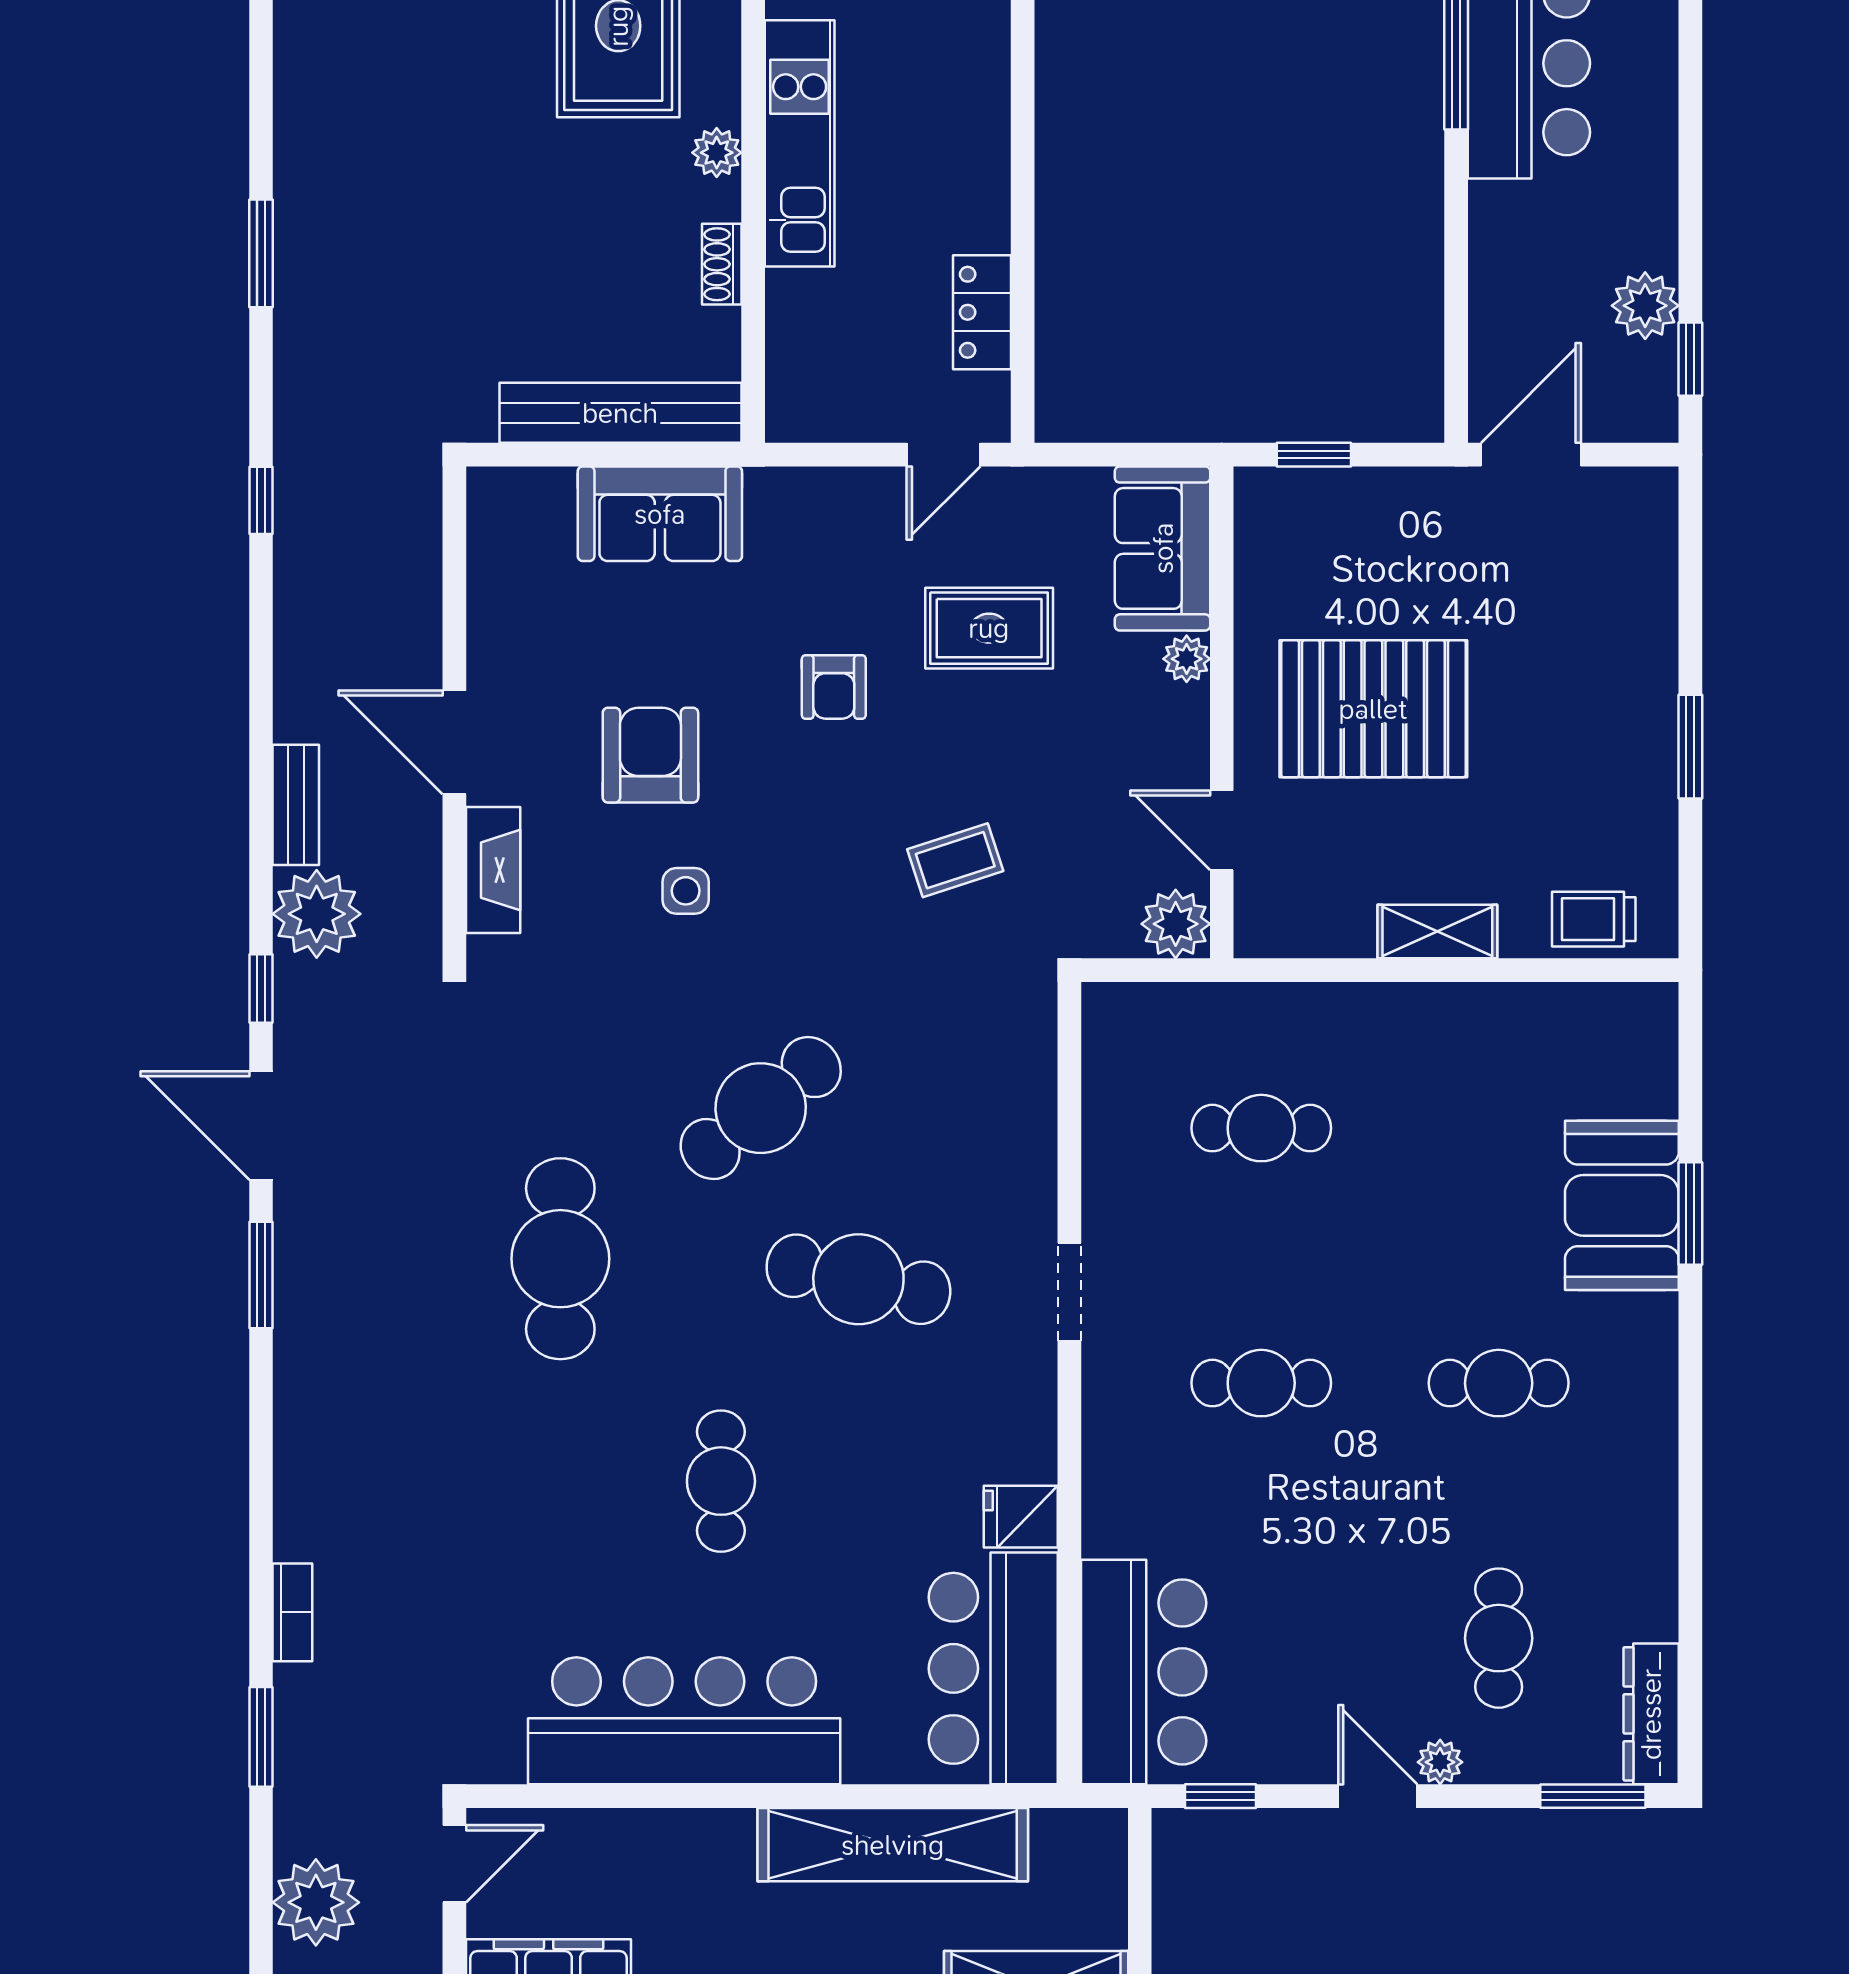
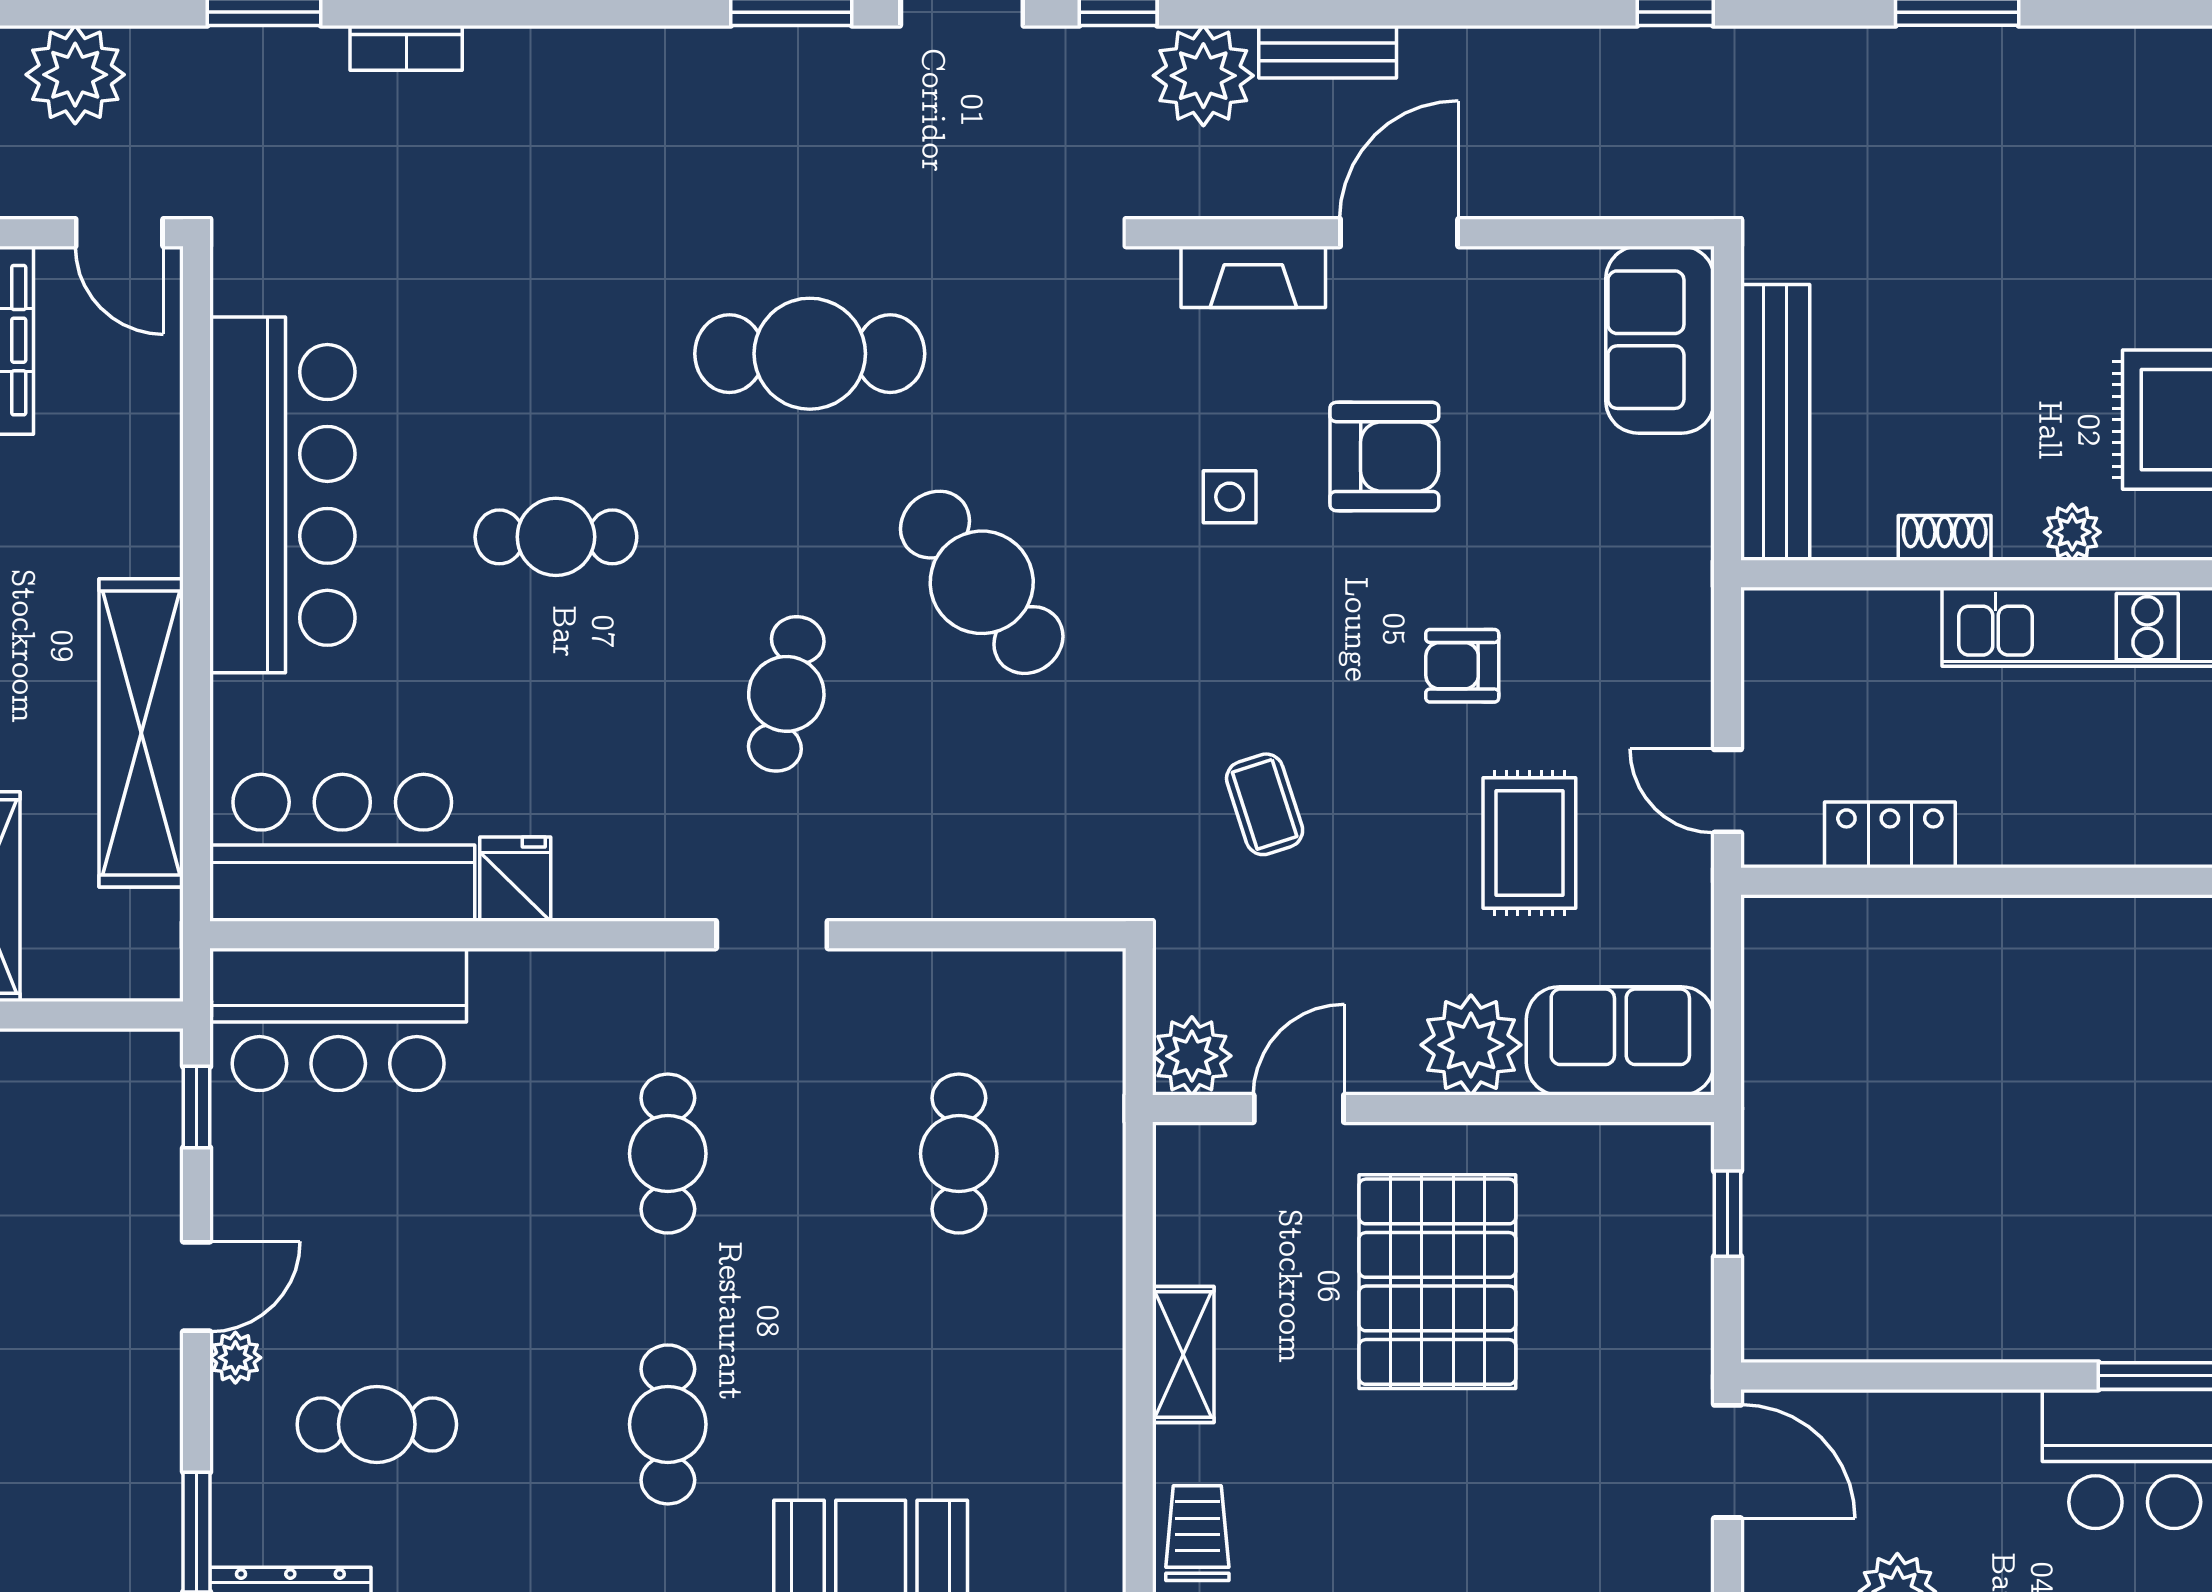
sofa: (660, 514) -> (1660, 340), moved
plant: (1187, 659) -> (1471, 1045), width x1.88, depth x1.88
cafe table: (858, 1279) -> (786, 694), width x0.73, depth x0.74

